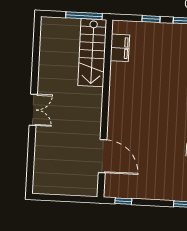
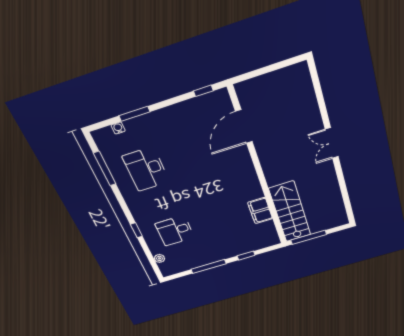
filing cabinet: (120, 48) -> (260, 211), moved
door: (103, 156) -> (244, 127), hinge flipped

